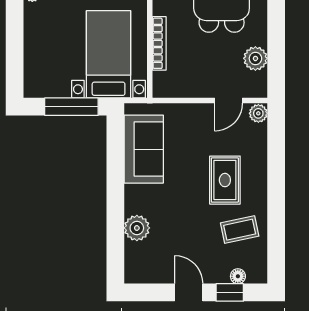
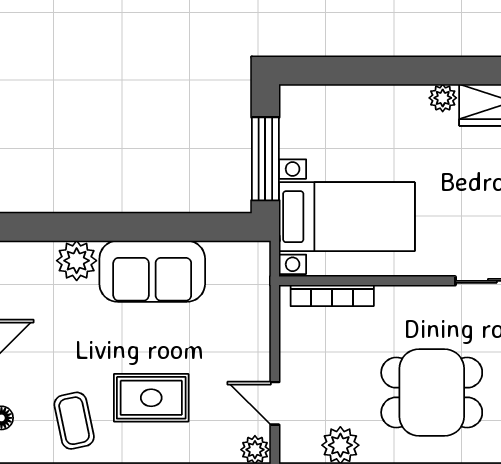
bookcase: (159, 43) -> (332, 296), moved
sofa: (144, 149) -> (152, 271), moved

